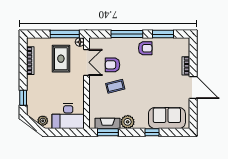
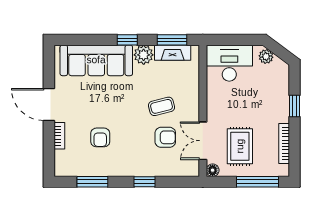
window: (65, 34) -> (257, 182), moved
window: (127, 34) -> (145, 182), width x0.46
armchair: (145, 48) -> (100, 137), moved, turned -90
window: (23, 98) -> (294, 106), moved
sofa: (167, 118) -> (96, 60), width x1.36
window: (152, 132) -> (127, 40), moved

